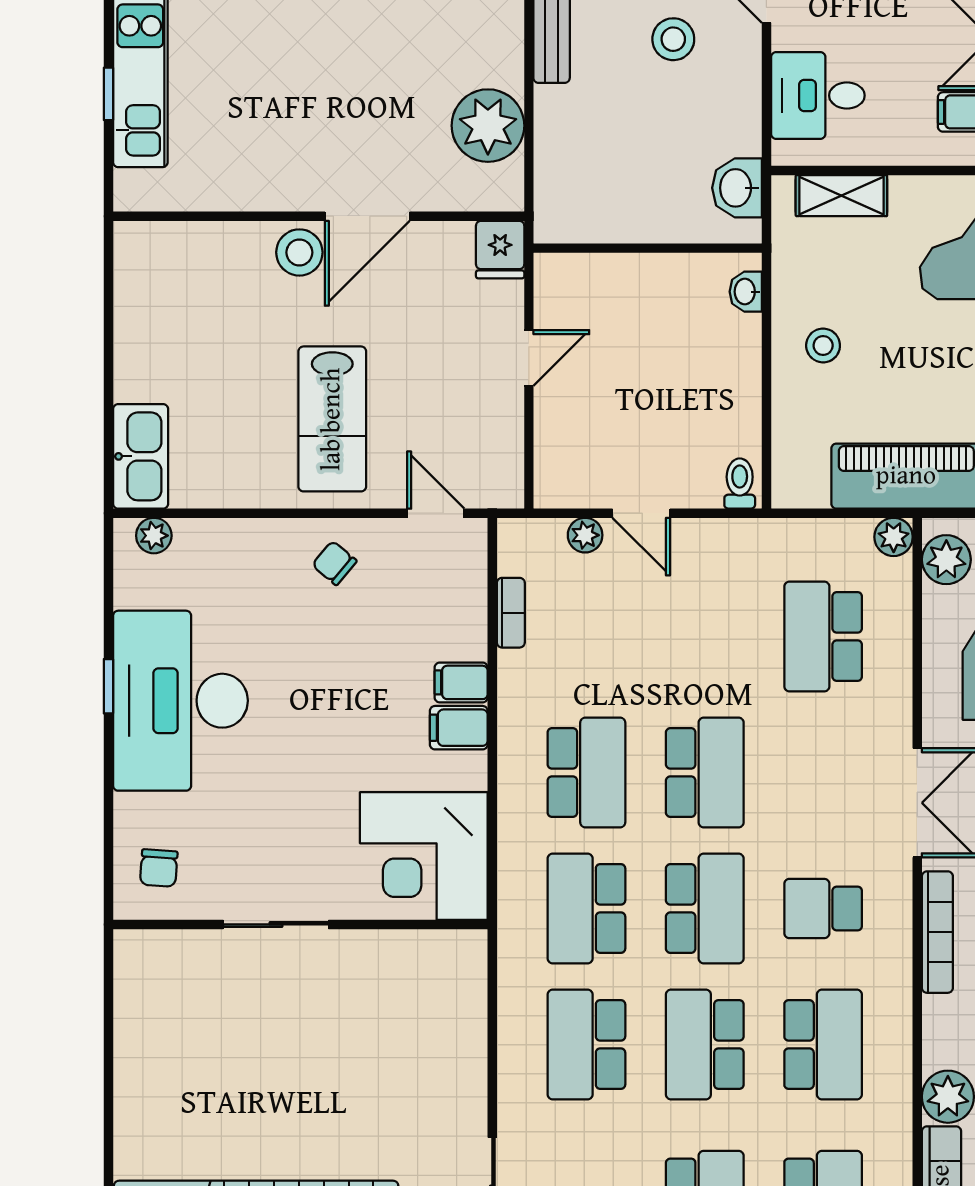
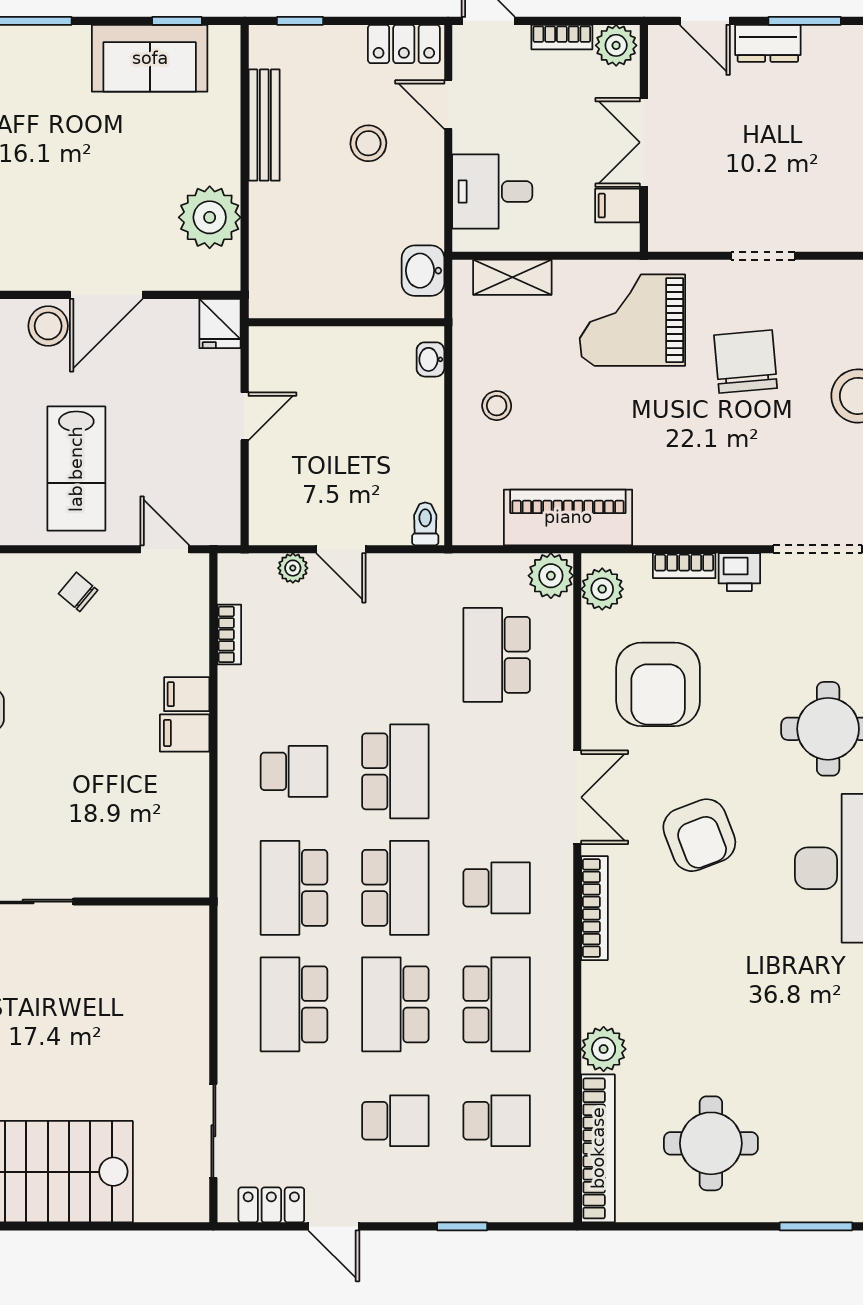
plant: (894, 537) -> (551, 576), width x1.38, depth x1.38
school desk: (586, 772) -> (294, 771), width x0.54
corner desk: (424, 856) -> (155, 843), removed
school desk: (823, 908) -> (497, 888), turned 180

